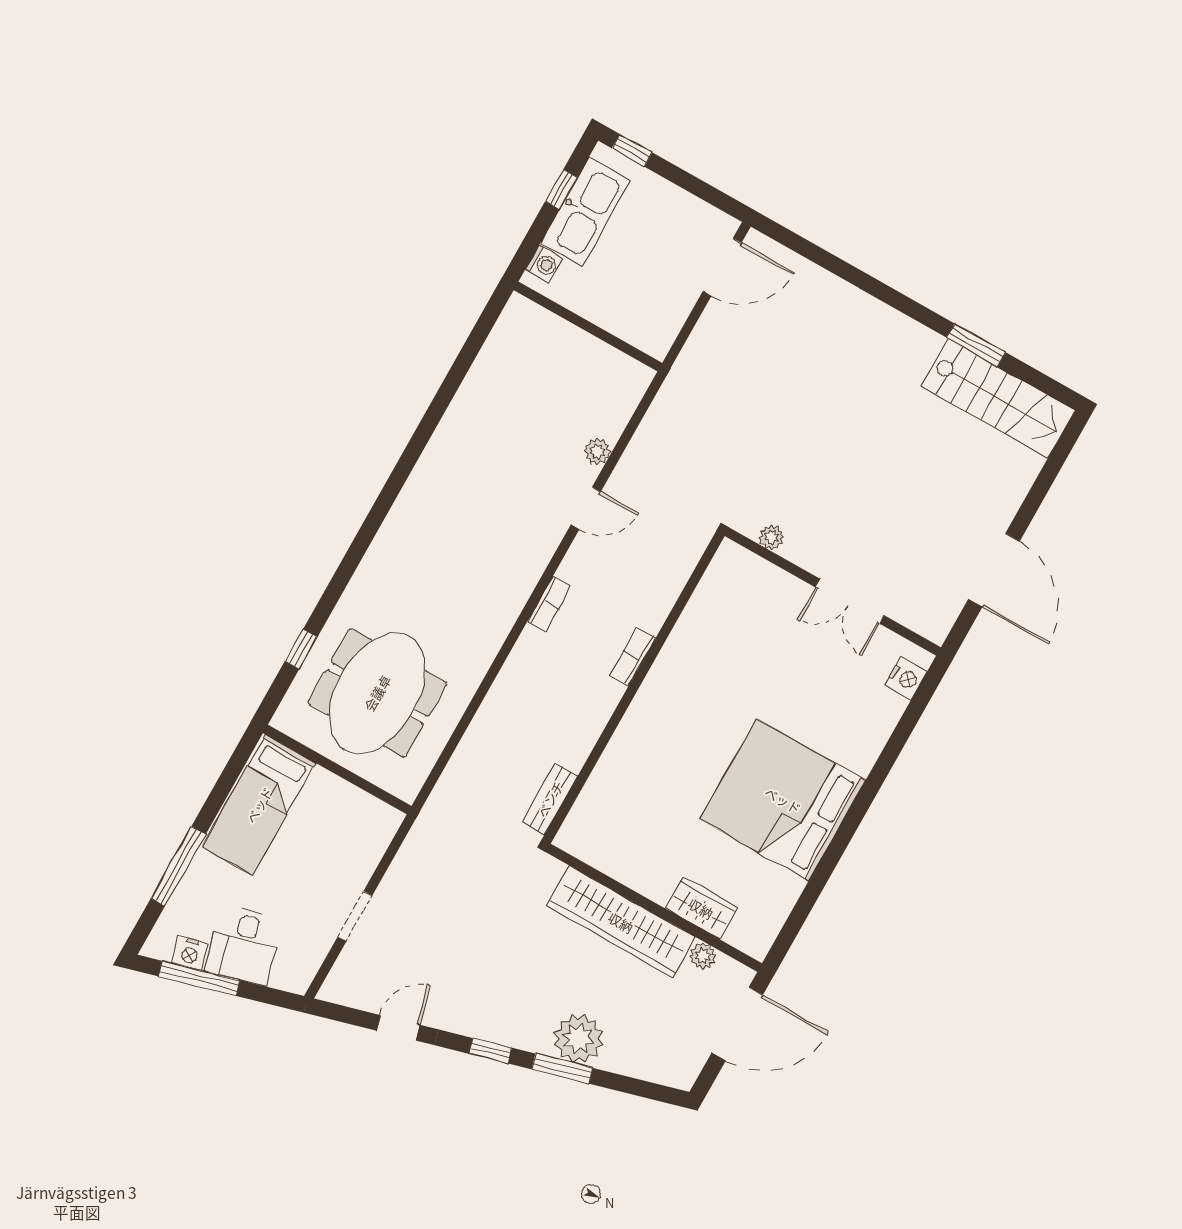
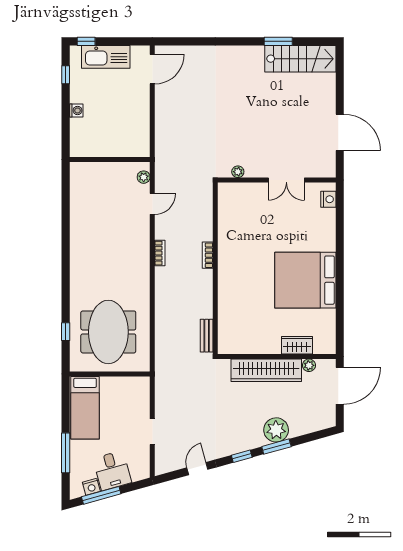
kitchen sink: (585, 212) -> (106, 57), moved, turned 90
wall: (588, 326) -> (110, 160), moved

